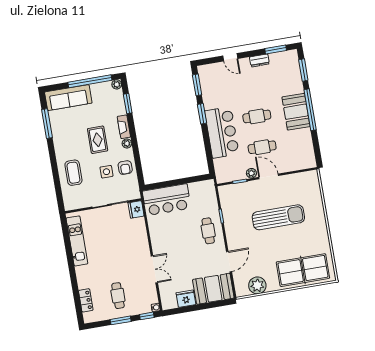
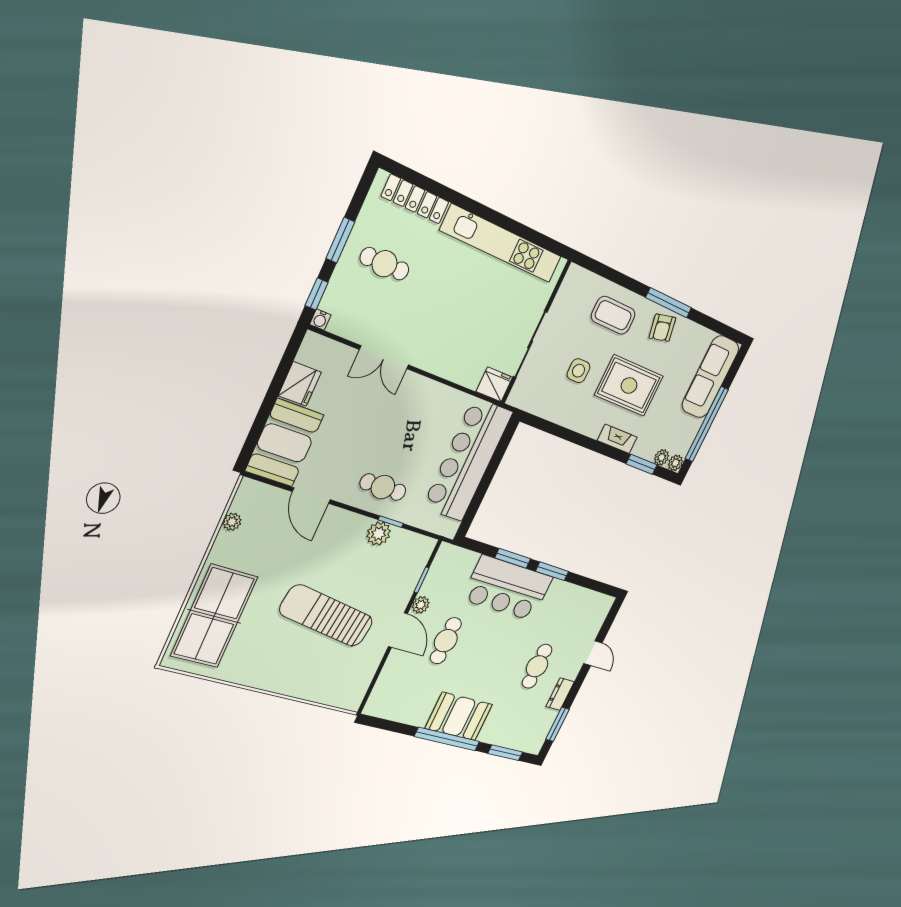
door: (230, 57) -> (593, 653), swing flipped
window: (197, 85) -> (513, 558), moved
cafe table: (257, 116) -> (537, 666), moved
window: (47, 124) -> (669, 303), moved
rug: (98, 140) -> (629, 386), width x1.36, depth x1.43
plant: (127, 143) -> (662, 457), moved
armchair: (125, 168) -> (662, 328), moved, turned -102
door: (269, 176) -> (398, 630), hinge flipped
bar counter: (167, 200) -> (468, 460), width x1.36
sun lounger: (278, 217) -> (327, 616), turned 98
plant: (229, 218) -> (379, 534), added
kitchen unit: (77, 241) -> (501, 244), width x1.36
plant: (257, 285) -> (232, 522), width x0.53, depth x0.53
locker: (86, 300) -> (415, 199), width x1.53

